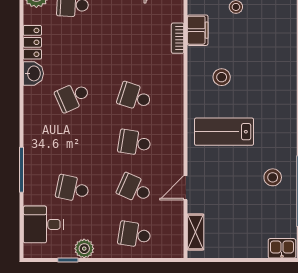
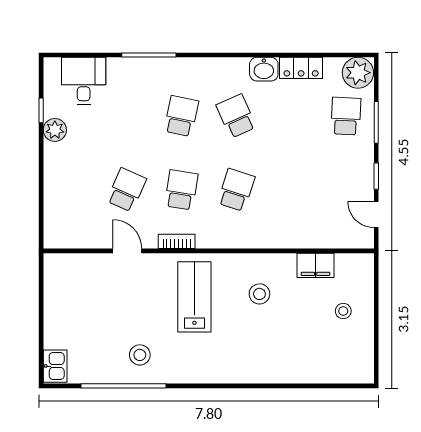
bookcase: (178, 38) -> (177, 241), moved
school desk: (73, 189) -> (181, 116), moved
shelving: (196, 232) -> (75, 263), removed
school desk: (134, 235) -> (72, 190), removed

